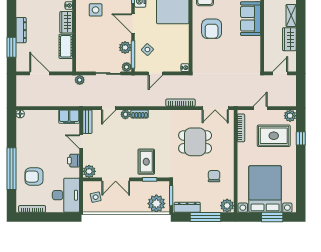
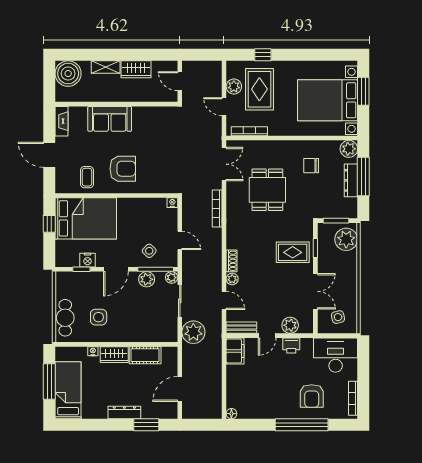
plant: (80, 80) -> (193, 332), width x1.88, depth x1.88
plant: (290, 116) -> (234, 87), moved
plant: (89, 171) -> (290, 325), moved
dresser: (187, 207) -> (351, 180), moved

